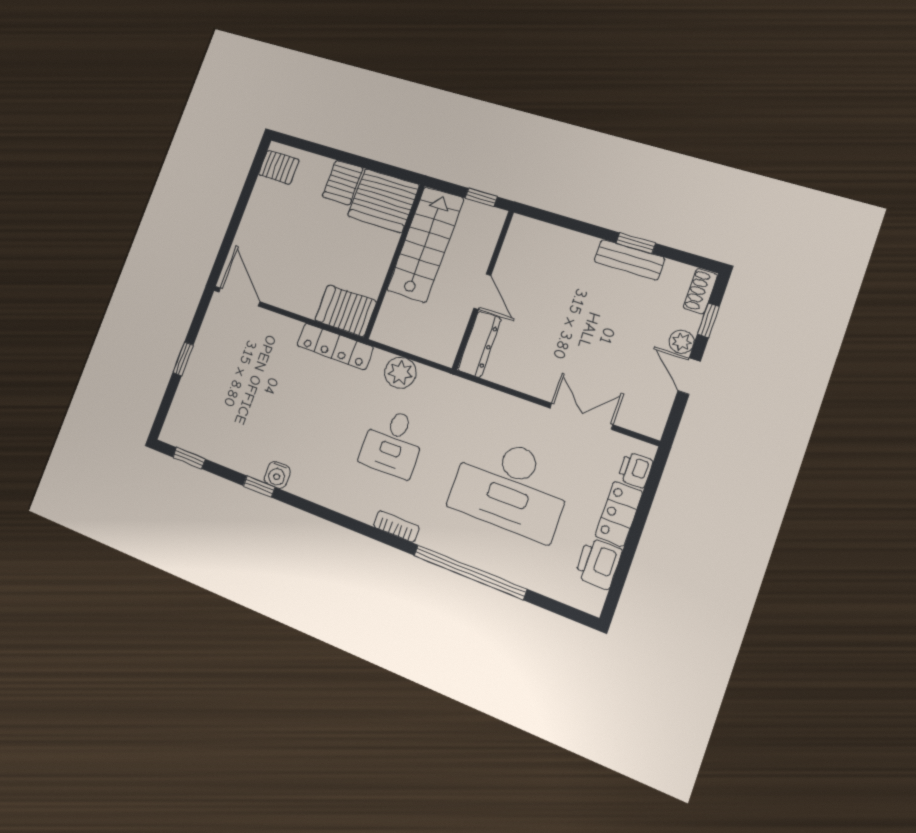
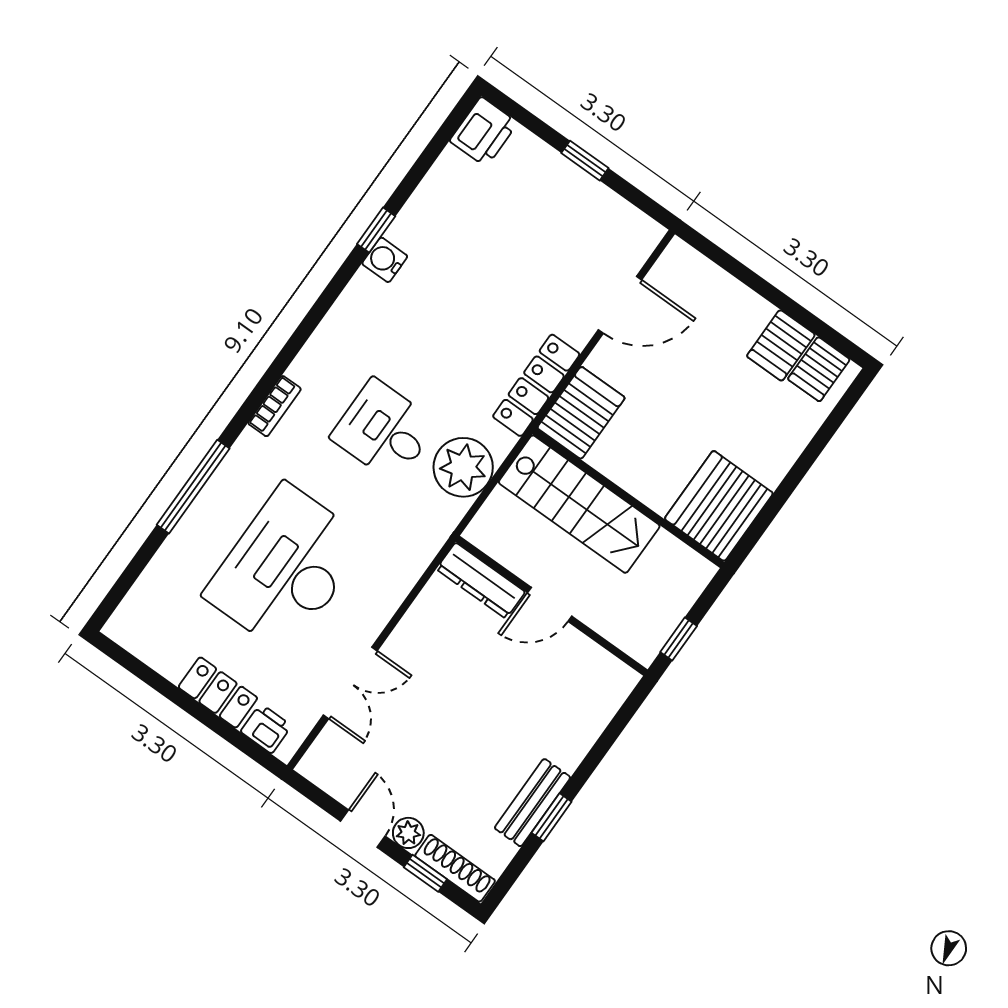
server rack: (343, 182) -> (781, 345), moved, turned -90
stairs: (425, 244) -> (579, 504), moved
shoe rack: (700, 291) -> (455, 868), width x1.43
door: (239, 297) -> (620, 305), moved
plant: (400, 373) -> (463, 467), width x1.36, depth x1.36
door: (689, 376) -> (363, 829), hinge flipped
window: (189, 458) -> (442, 138), removed
printer: (598, 563) -> (484, 132), moved, turned 90
window: (470, 572) -> (193, 487), width x0.68

